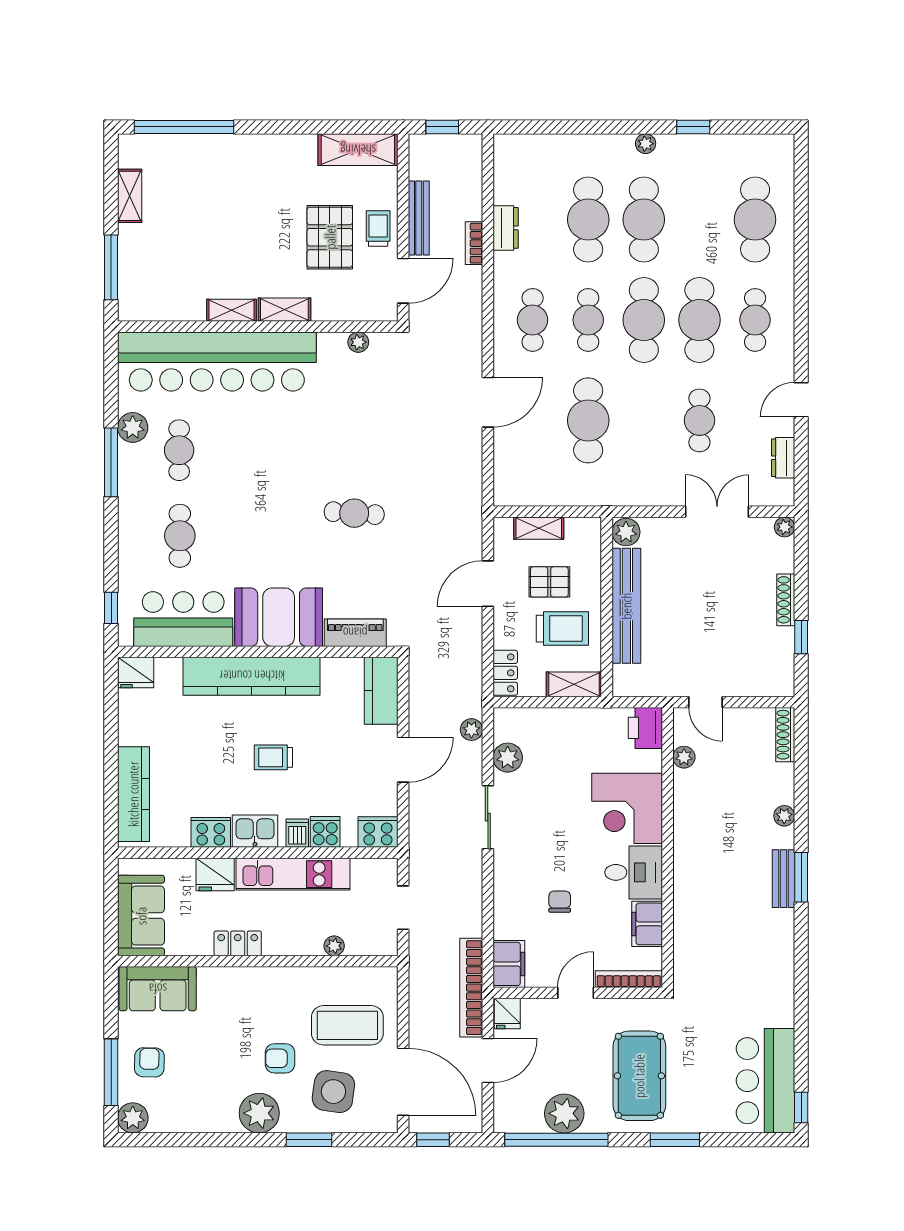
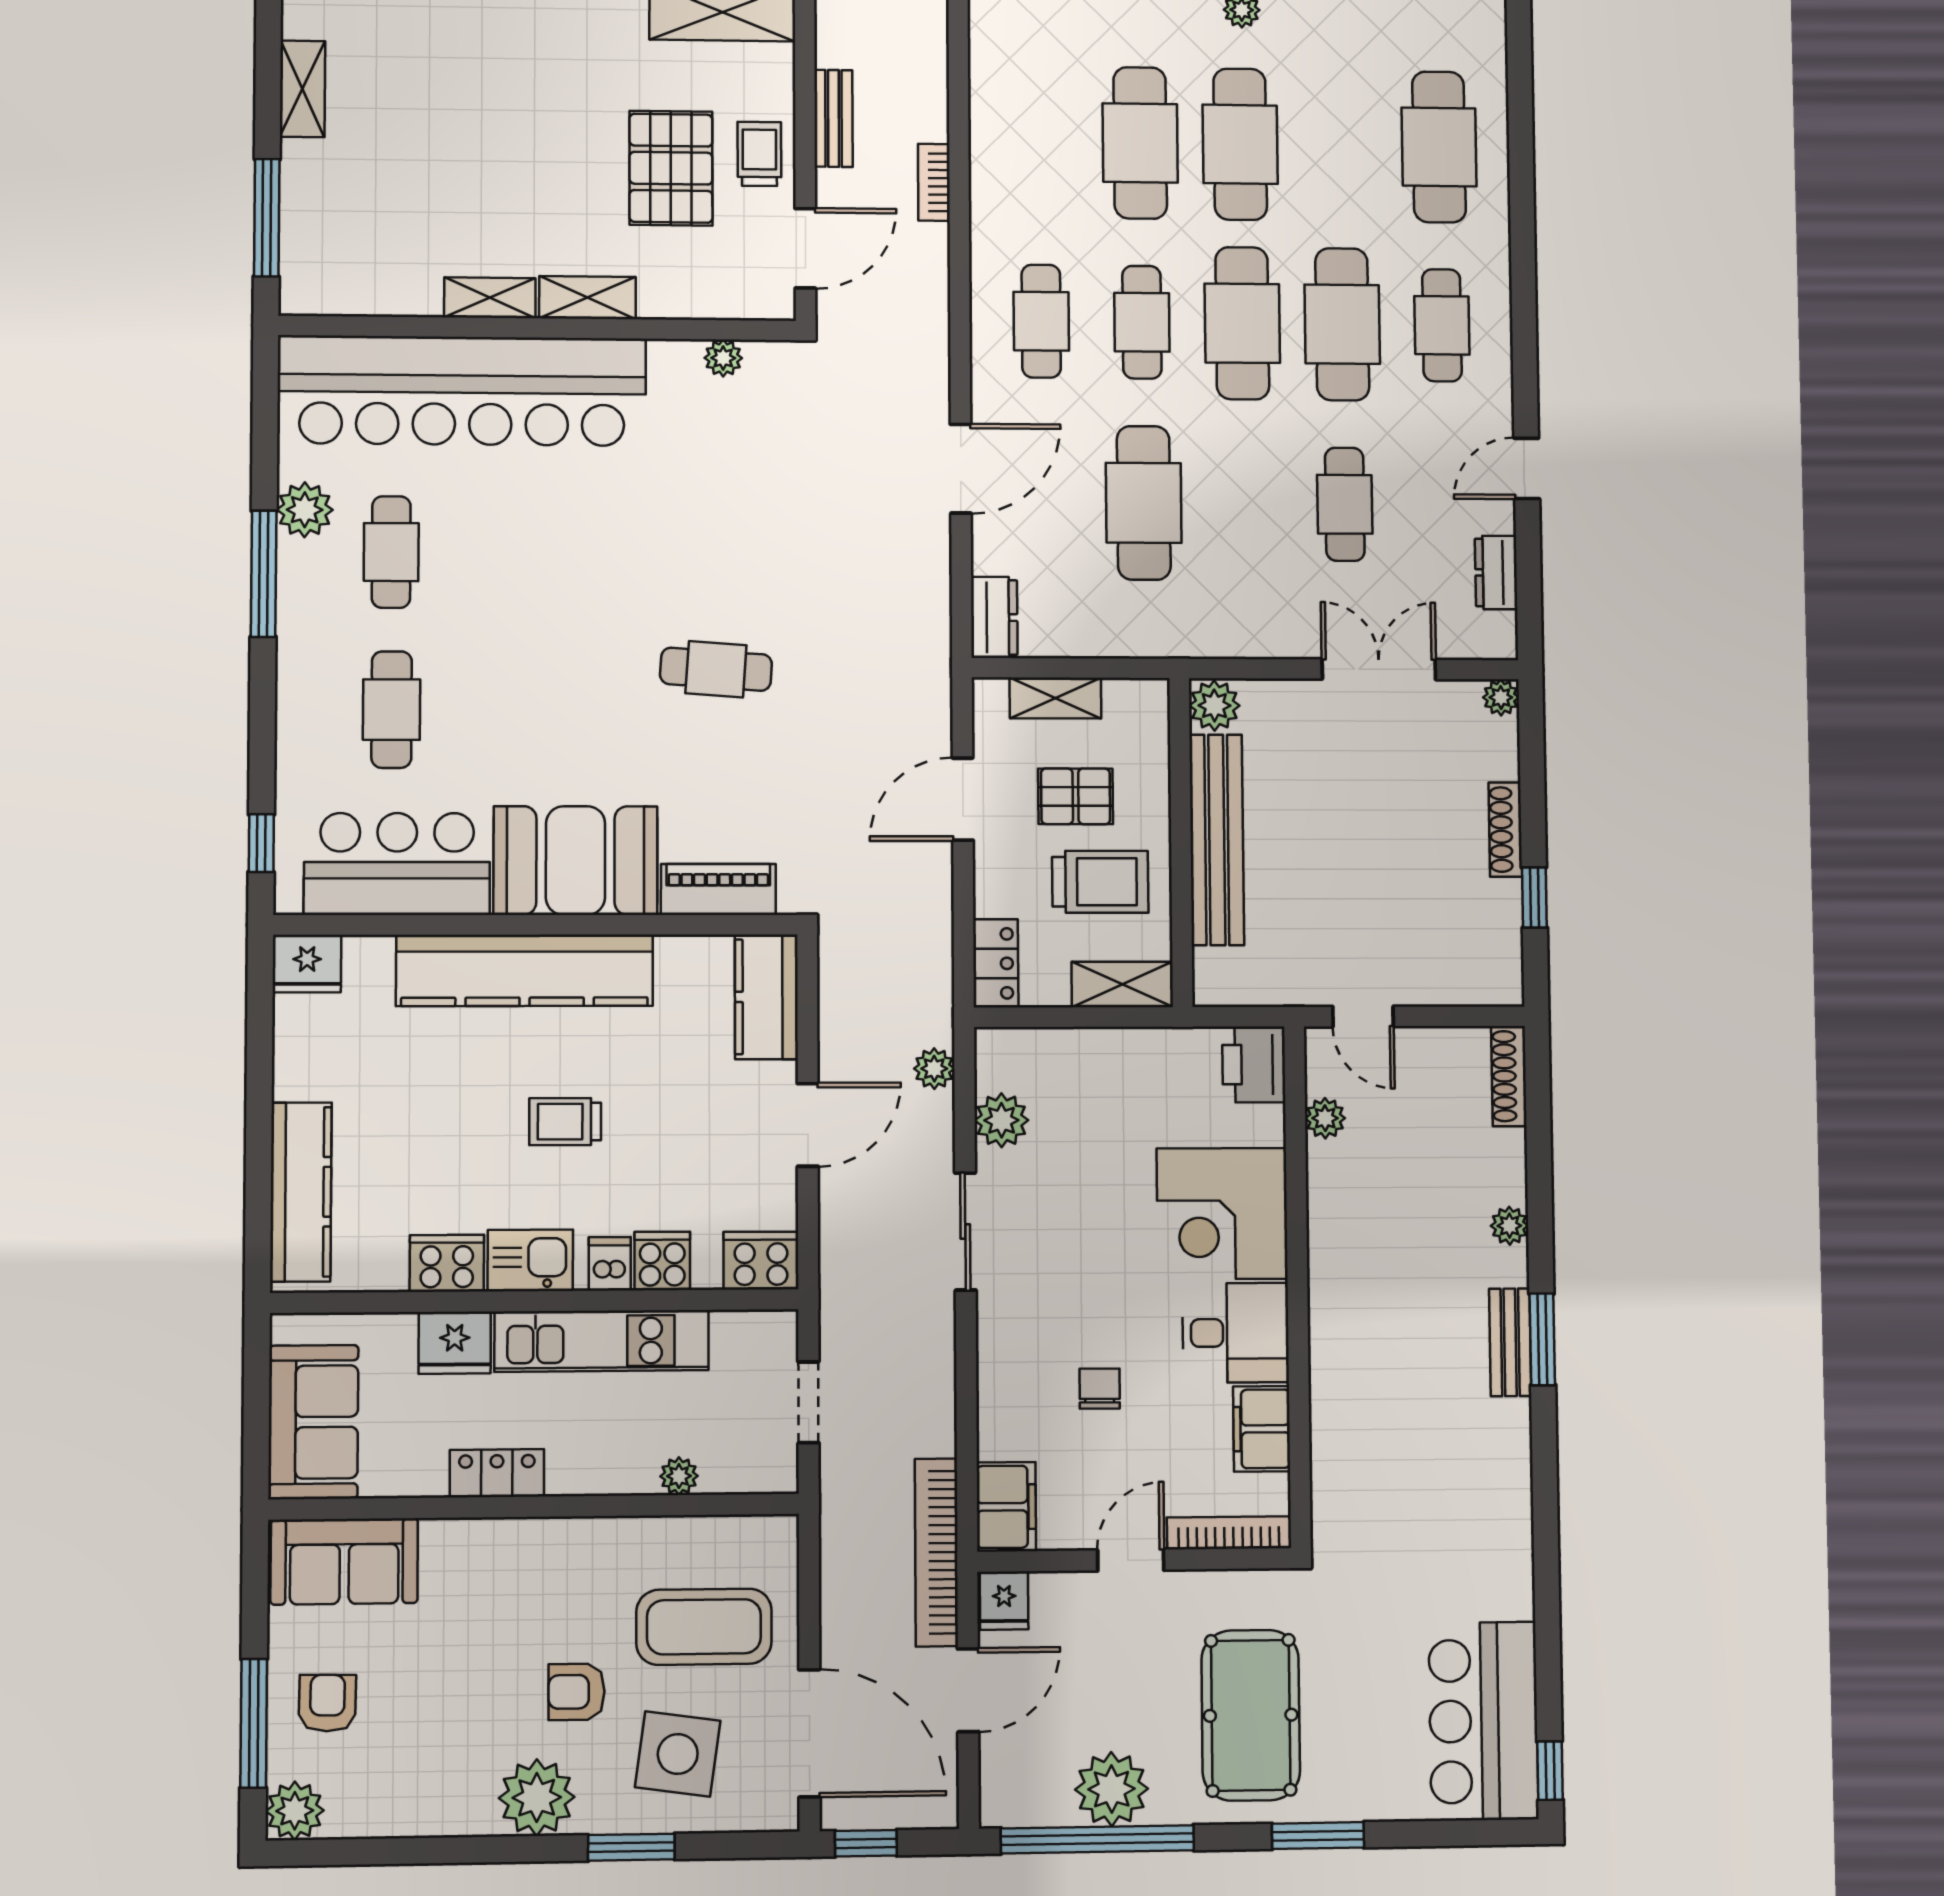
bench: (419, 218) -> (833, 118), width x0.73
dresser: (506, 228) -> (994, 617), moved

